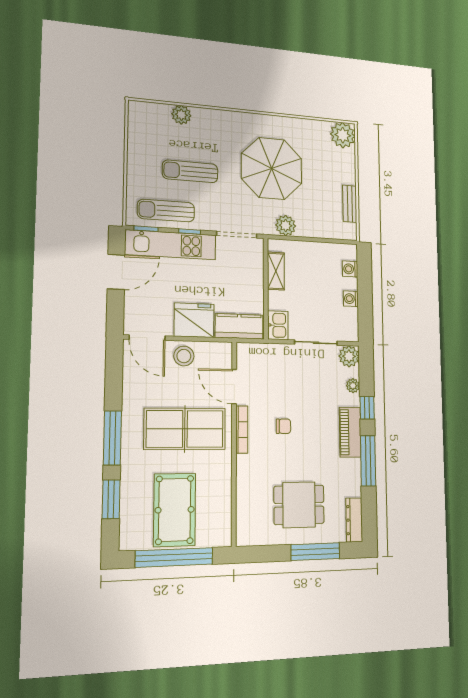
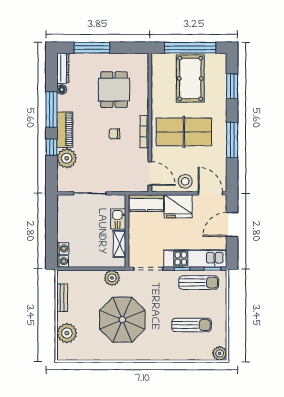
plant: (181, 115) -> (220, 353), moved
plant: (343, 135) -> (67, 333), moved
sun lounger: (190, 171) -> (192, 325), moved
door: (116, 272) -> (232, 224), moved
washing machine: (351, 299) -> (63, 261), moved
kitchen sink: (278, 325) -> (118, 219), moved
plant: (349, 356) -> (65, 184), removed
plant: (353, 386) -> (67, 158), width x1.88, depth x1.88
door: (234, 387) -> (150, 174), moved
window: (112, 438) -> (232, 140), moved
floor lamp: (355, 489) -> (62, 90), added
dining table: (299, 505) -> (114, 90), moved, turned 90

